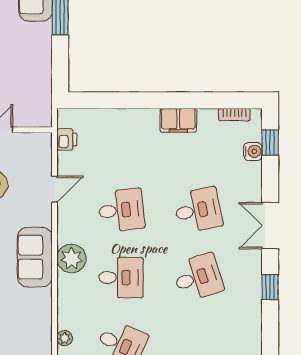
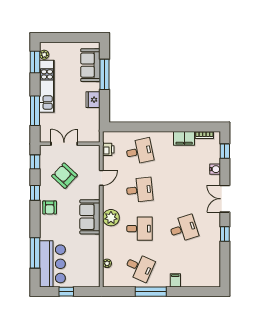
fridge: (40, 53) -> (93, 100), added
filing cabinet: (178, 120) -> (184, 138), moved
water cooler: (253, 151) -> (215, 169), moved
desk: (198, 210) -> (139, 151), moved

